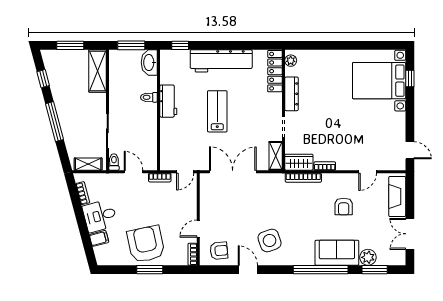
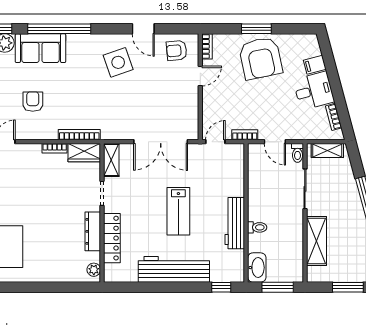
shelving: (98, 71) -> (316, 241), moved
locker: (275, 71) -> (112, 238), moved
workbench: (168, 101) -> (235, 223), width x1.38

